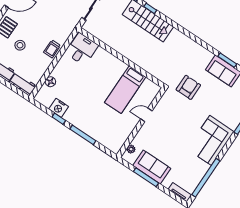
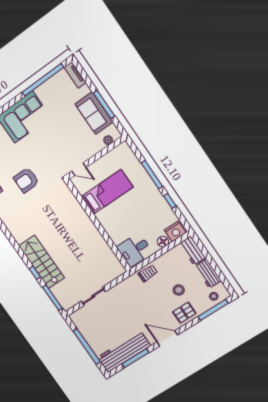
desk: (82, 49) -> (135, 250), moved
wall: (121, 58) -> (98, 226), moved
bed: (125, 90) -> (107, 192), moved
nightstand: (59, 108) -> (175, 231), moved, turned 90

